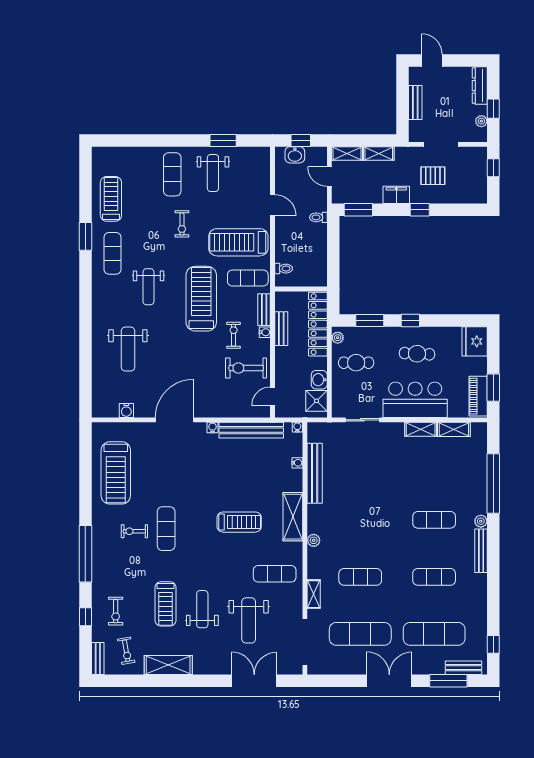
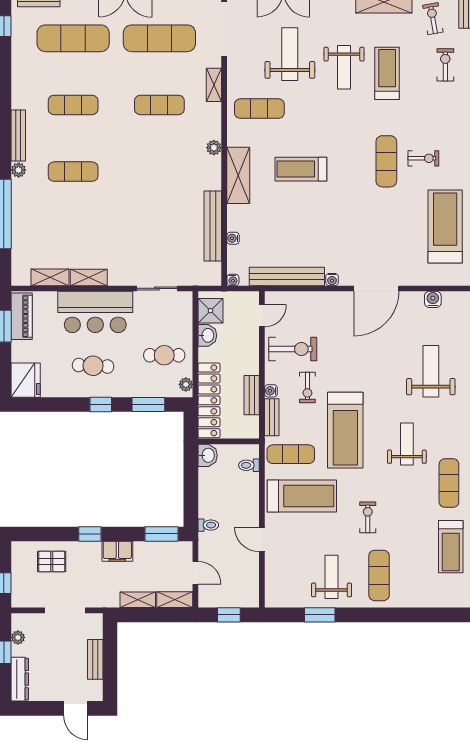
washbasin: (295, 155) -> (208, 455), moved, turned 90
pallet: (433, 176) -> (52, 562), moved

